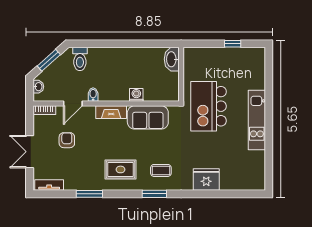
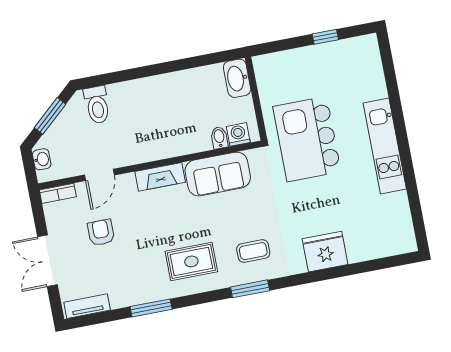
bidet: (93, 95) -> (219, 138), moved
washing machine: (136, 95) -> (238, 134), moved

